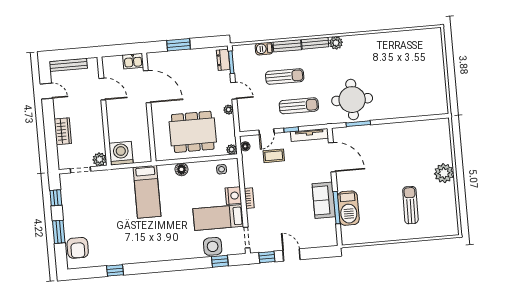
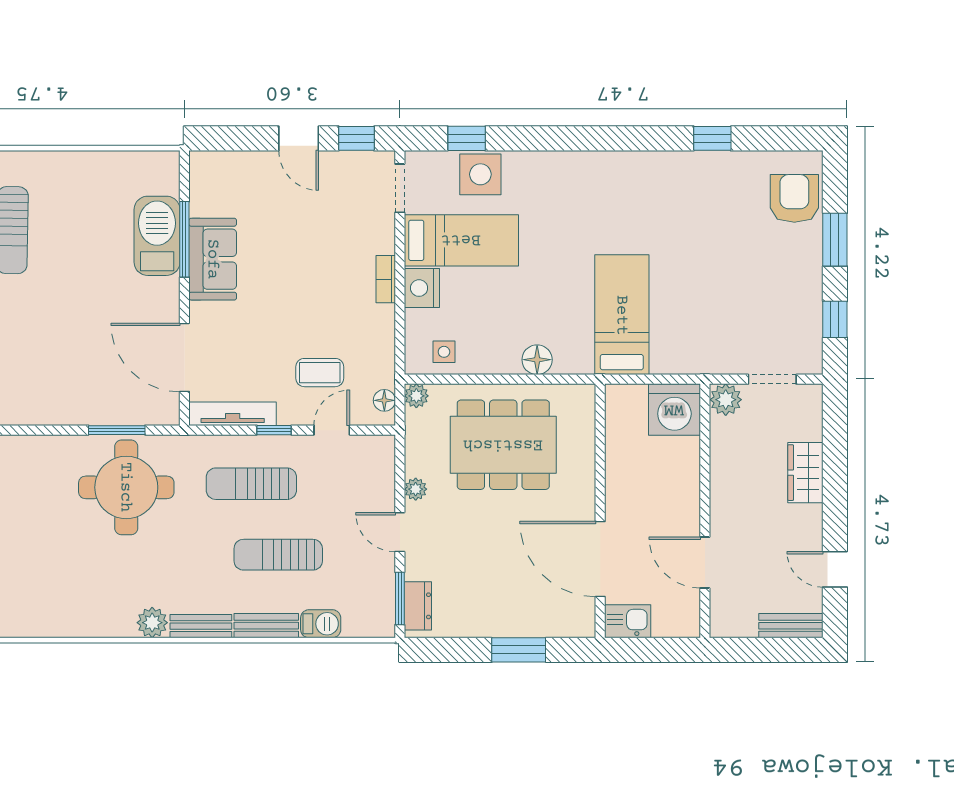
bench: (68, 65) -> (791, 626), width x0.73

